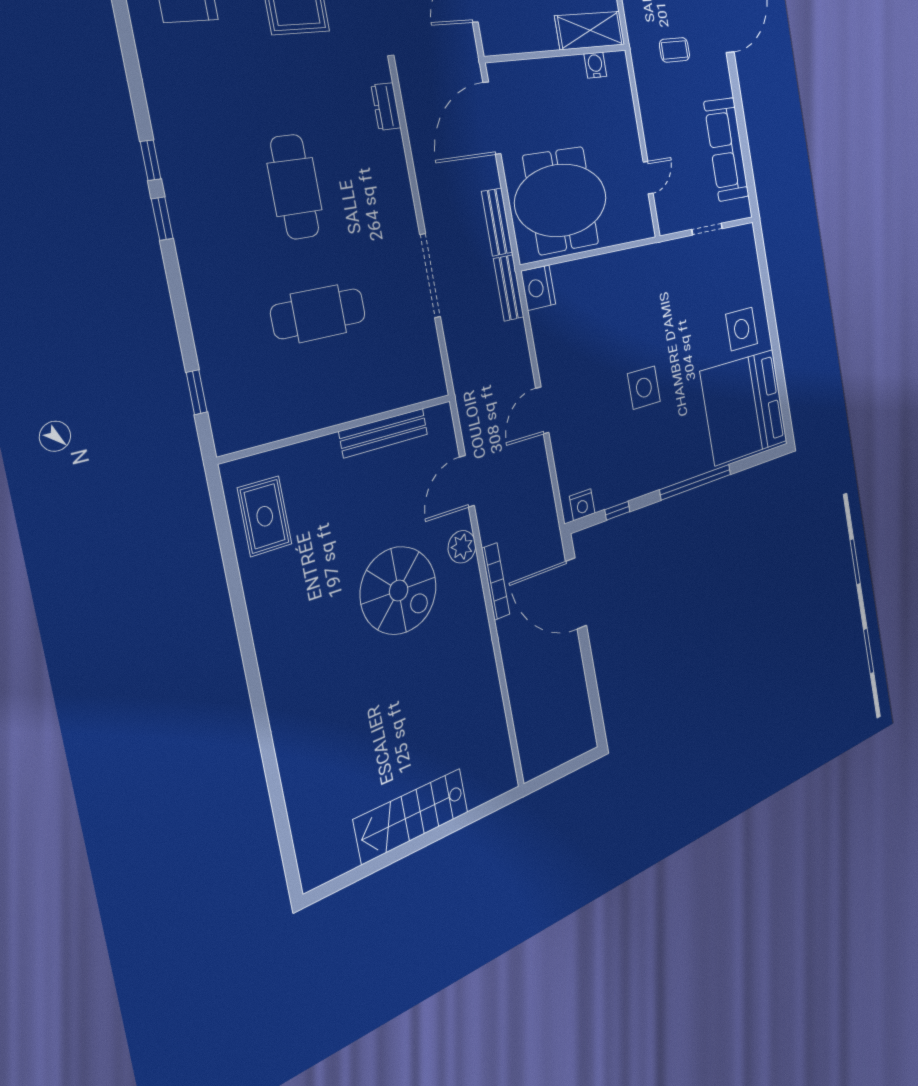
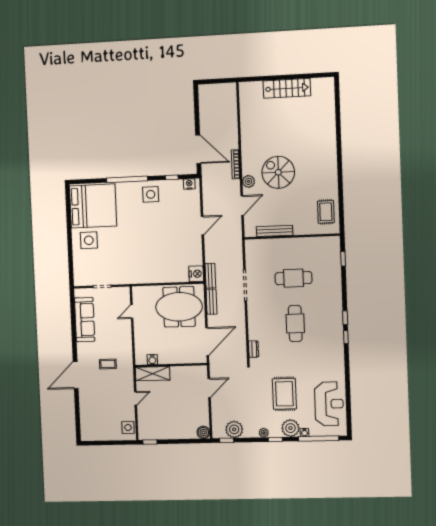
side table: (644, 388) -> (151, 194), moved

